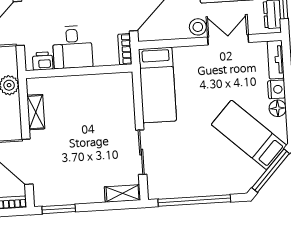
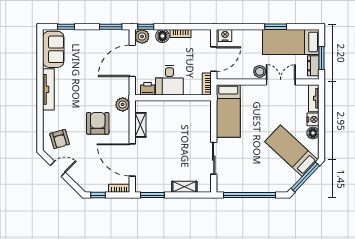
shelving: (123, 193) -> (184, 187), moved

